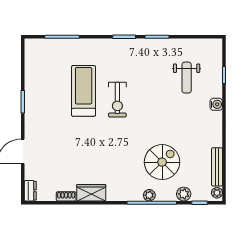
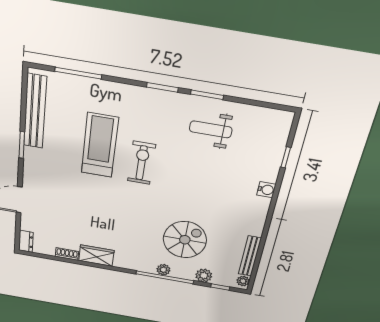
bench: (32, 72) -> (35, 112), added
weight bench: (187, 78) -> (211, 129), moved, turned 90
exercise bike: (117, 100) -> (142, 163), turned 180

